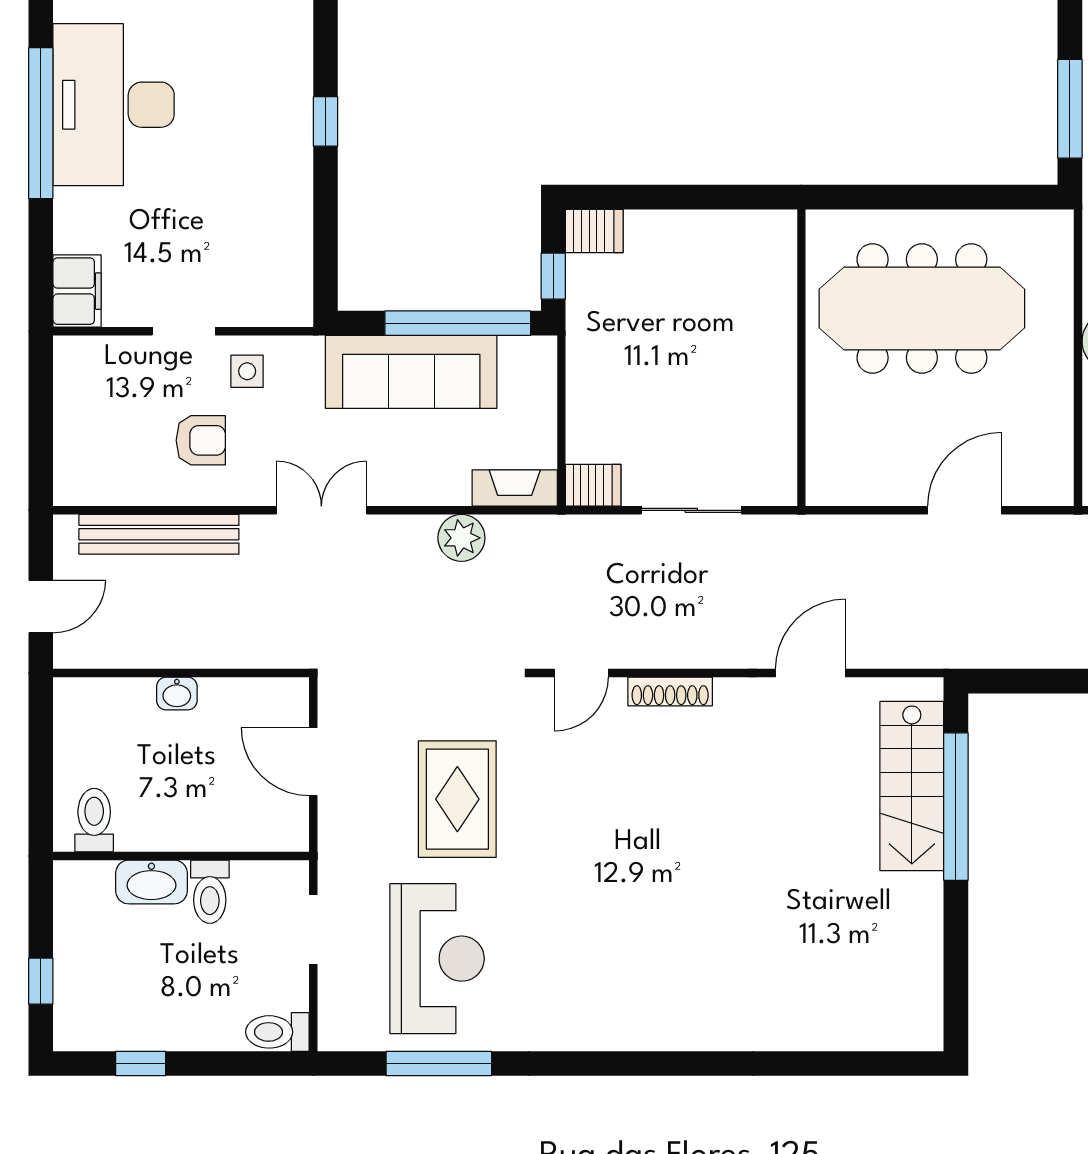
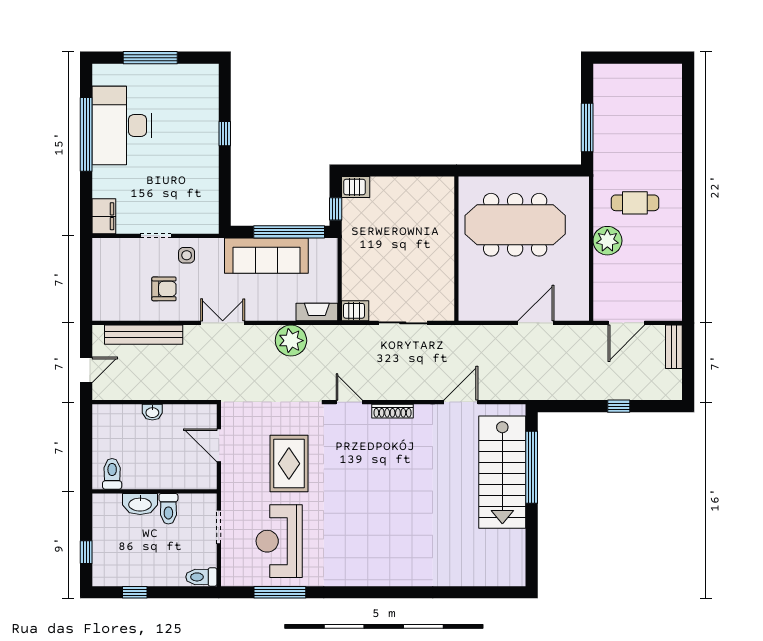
plant: (461, 538) -> (291, 341), width x1.36, depth x1.36
door: (581, 673) -> (349, 402), swing flipped
stairs: (912, 786) -> (502, 472), width x1.36, depth x1.51
reception desk: (437, 959) -> (279, 541), turned 180

